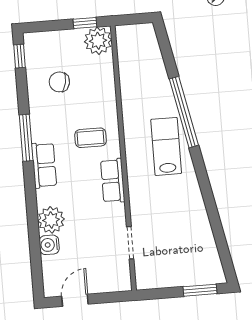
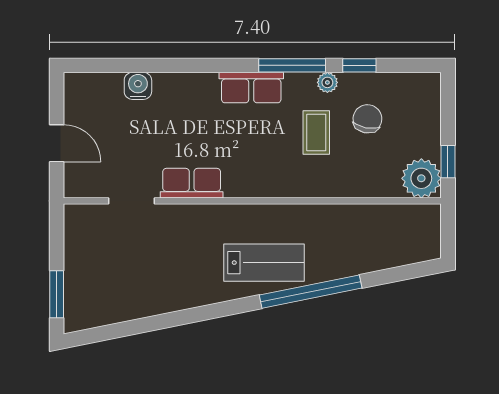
window: (20, 56) -> (359, 65), moved
coffee table: (91, 138) -> (316, 132), moved
row of seats: (113, 181) -> (192, 183), moved
plant: (51, 220) -> (327, 82), moved, width x0.53, depth x0.53
door: (75, 300) -> (57, 143), moved

